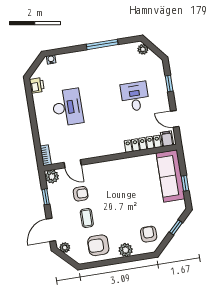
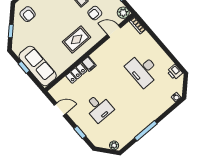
filing cabinet: (167, 139) -> (89, 64), moved
locker: (143, 144) -> (76, 73), width x0.66
rug: (115, 179) -> (77, 39), added

